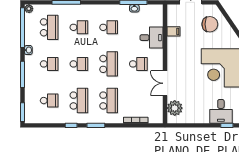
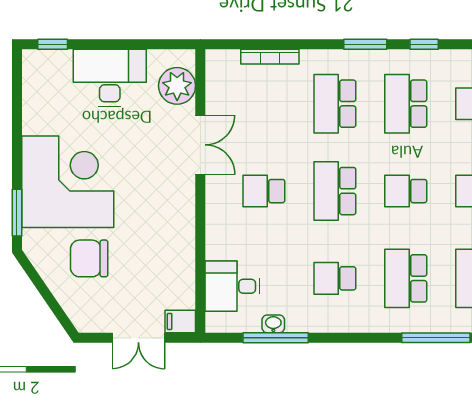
chair: (210, 24) -> (89, 258), moved
school desk: (79, 27) -> (406, 278), width x1.85
filing cabinet: (173, 31) -> (180, 321), moved
desk: (151, 38) -> (232, 286), moved
desk: (221, 111) -> (110, 78), moved, width x1.37

